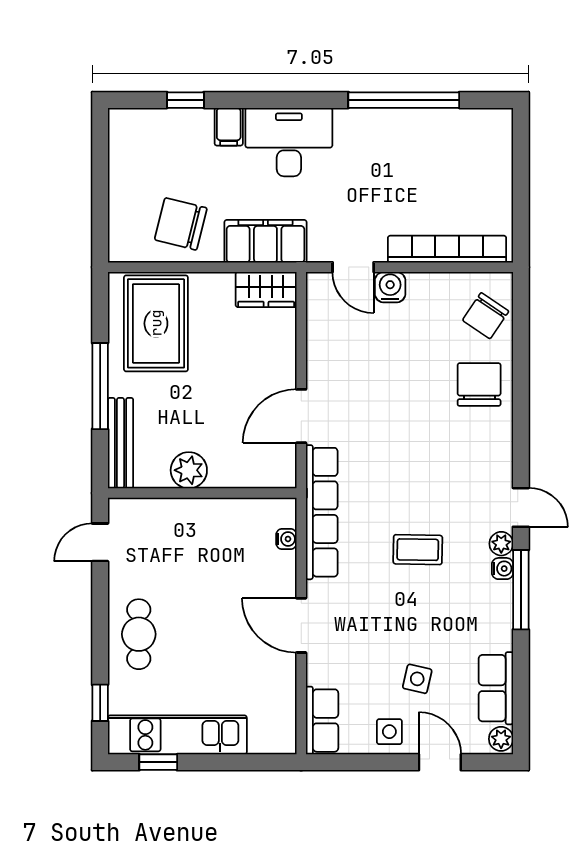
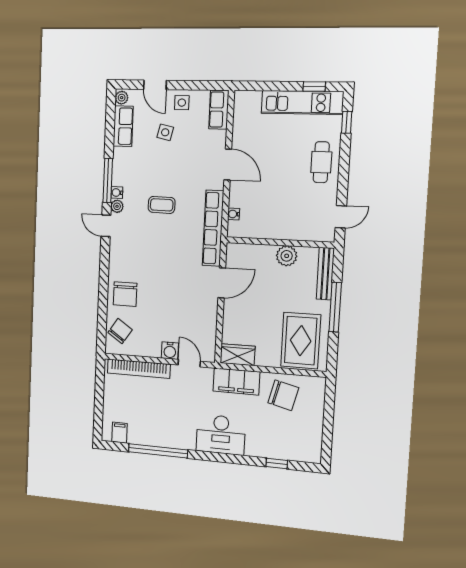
filing cabinet: (229, 127) -> (119, 433), moved

